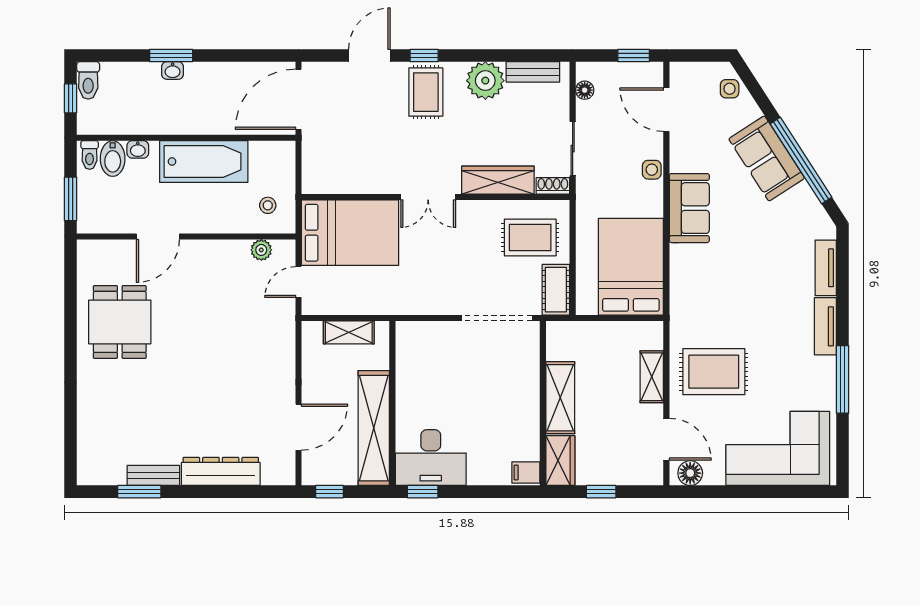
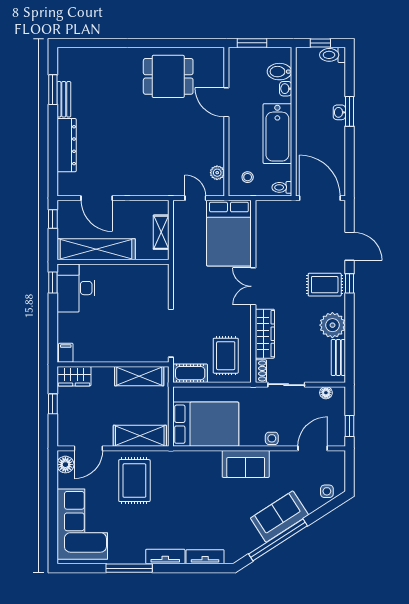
toilet: (90, 155) -> (282, 187), moved
shelving: (652, 377) -> (140, 436), width x1.50, depth x1.33
shelving: (560, 398) -> (139, 376), moved

